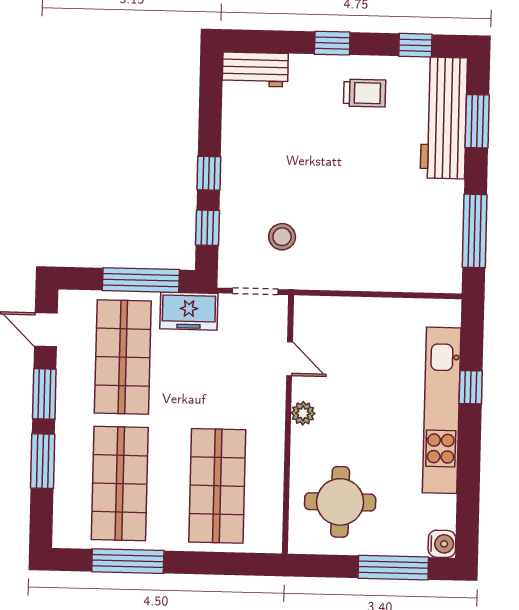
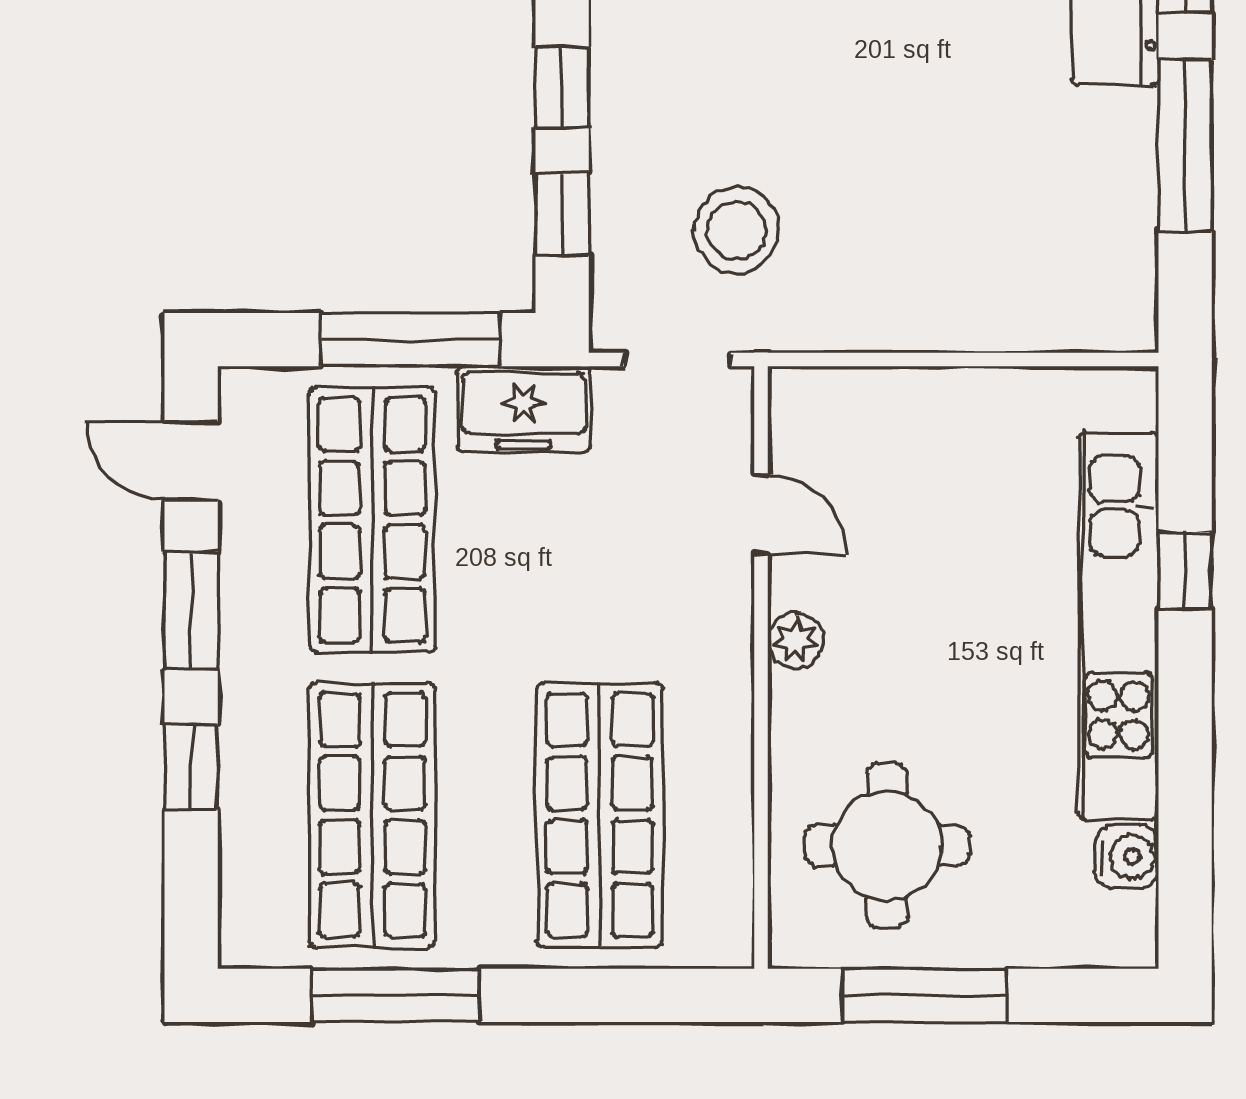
window: (475, 231) -> (1185, 145), moved
stool: (282, 237) -> (736, 230), width x1.38, depth x1.38
window: (43, 461) -> (191, 767), width x0.67
water cooler: (442, 544) -> (1127, 857), moved
window: (393, 568) -> (924, 995), moved

